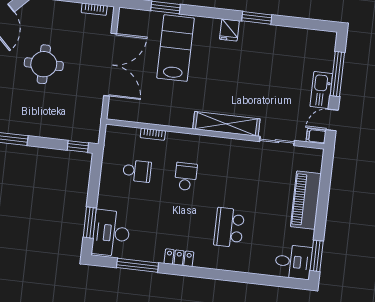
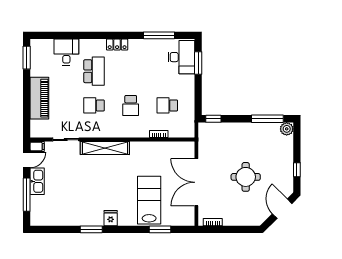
lab bench: (176, 48) -> (149, 200), turned 180
school desk: (234, 182) -> (94, 105), added
locker: (179, 258) -> (117, 45), moved
desk: (293, 262) -> (66, 52), moved, turned 90

